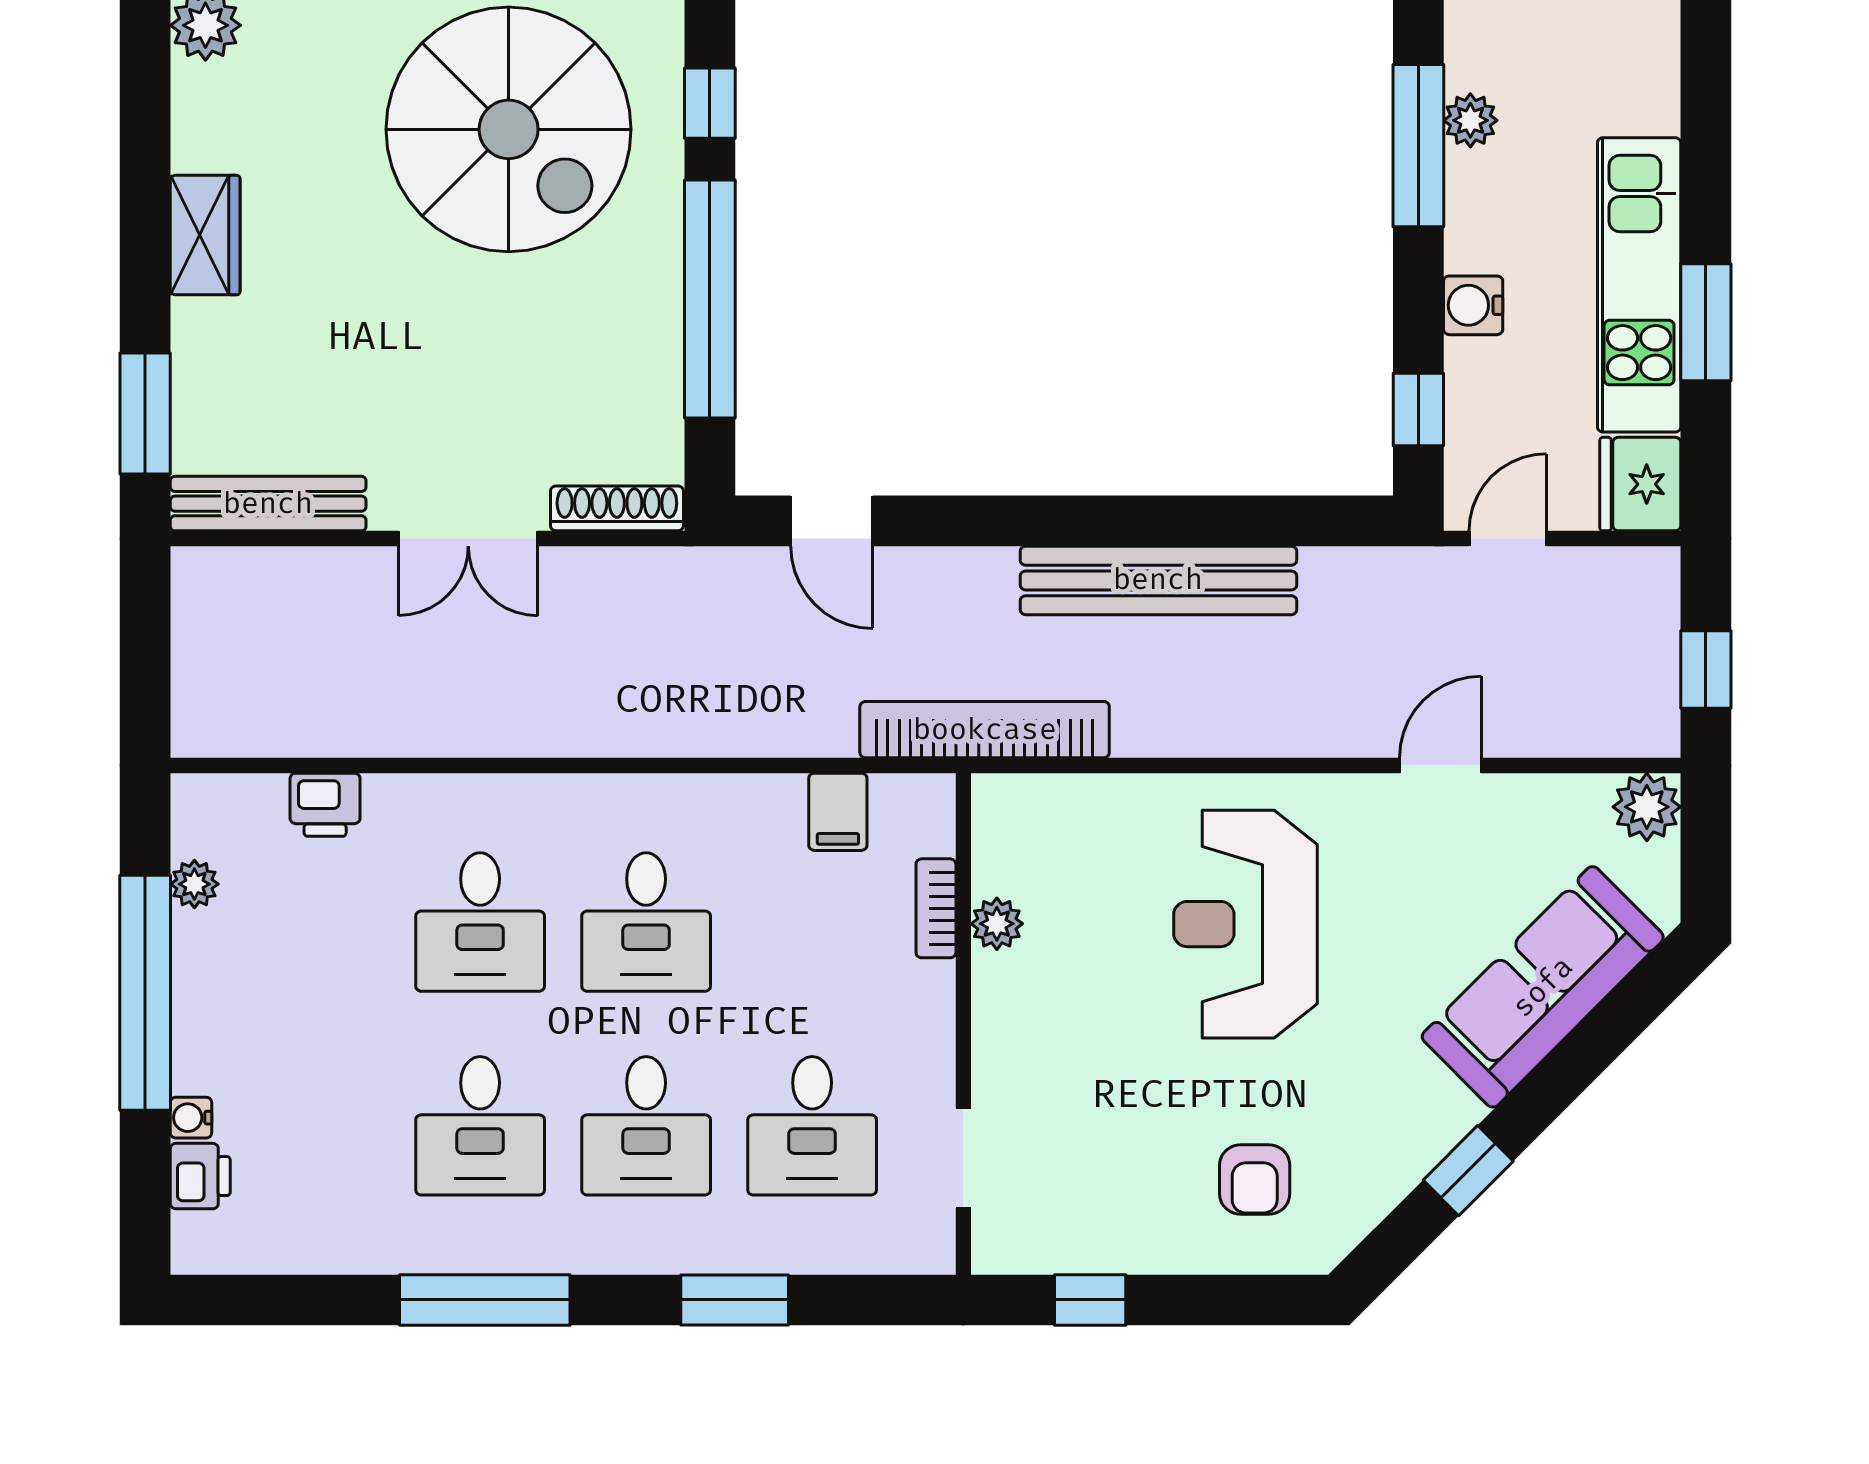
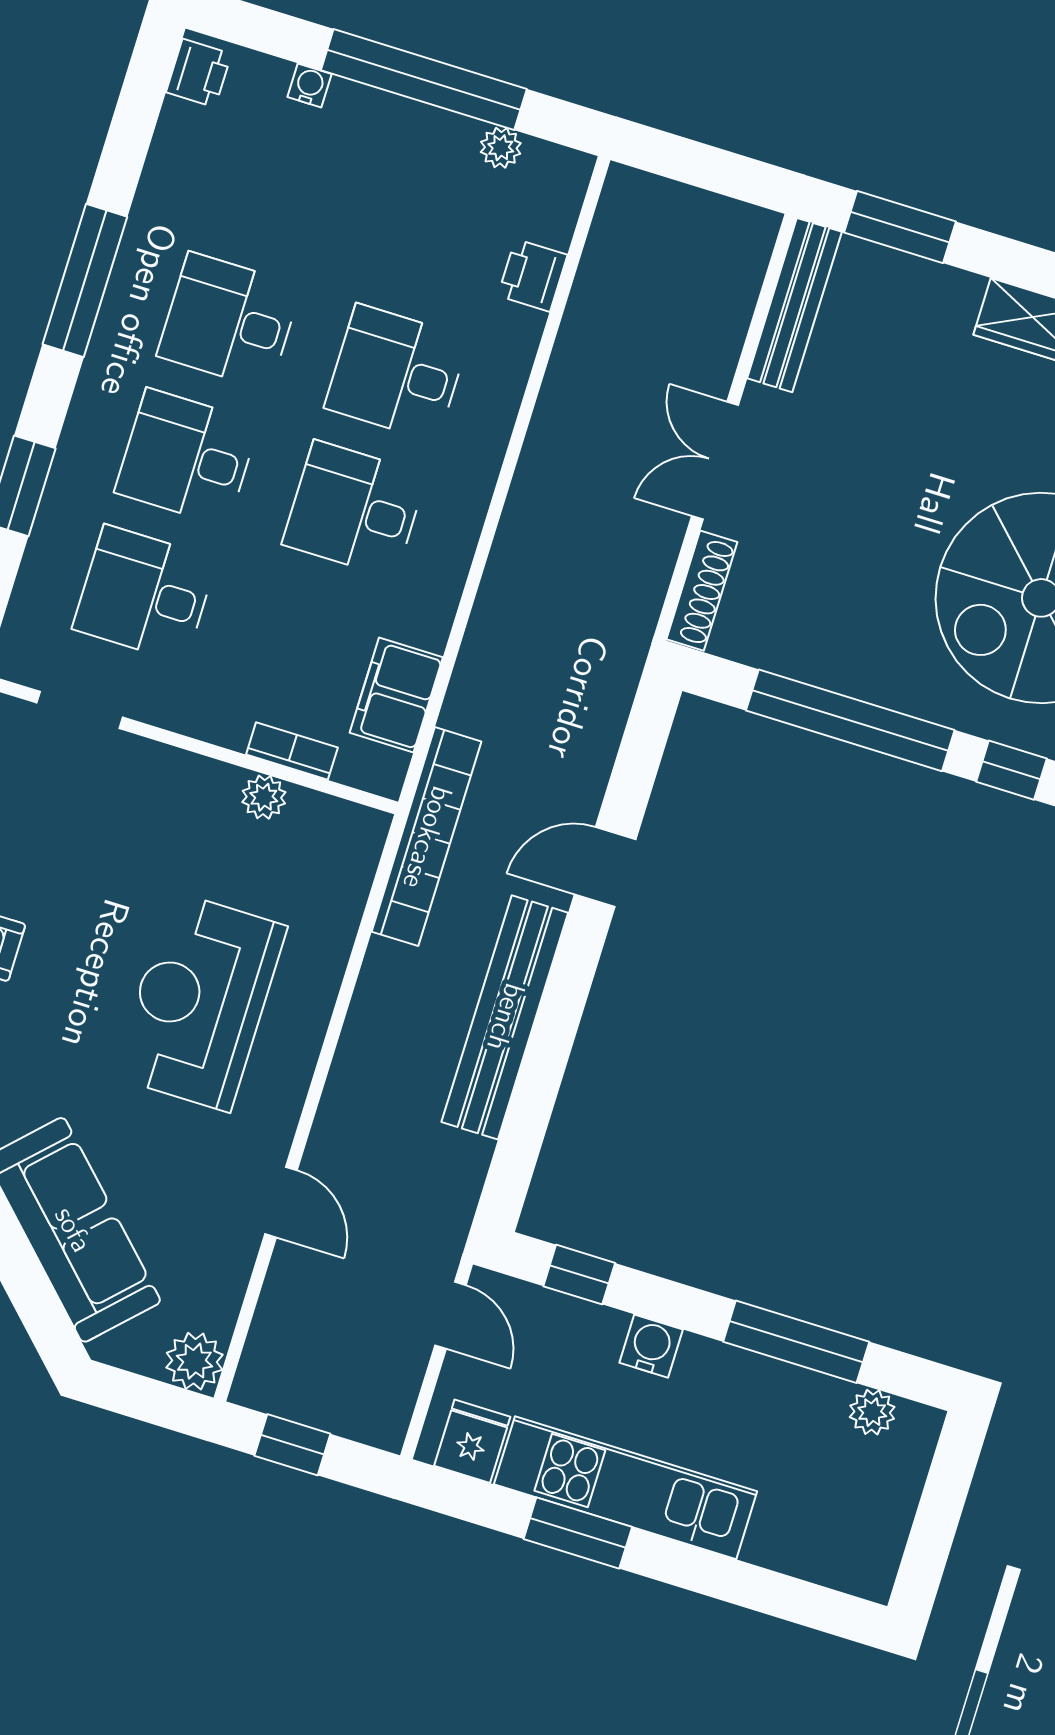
plant: (1470, 120) -> (872, 1412), moved
fridge: (1640, 484) -> (472, 1441), width x0.72
door: (832, 521) -> (605, 867), moved
filing cabinet: (838, 812) -> (396, 695), width x2.00
reception desk: (1245, 924) -> (200, 1001), turned -90
printer: (200, 1176) -> (199, 73), moved, turned -90

